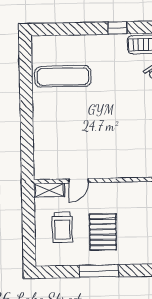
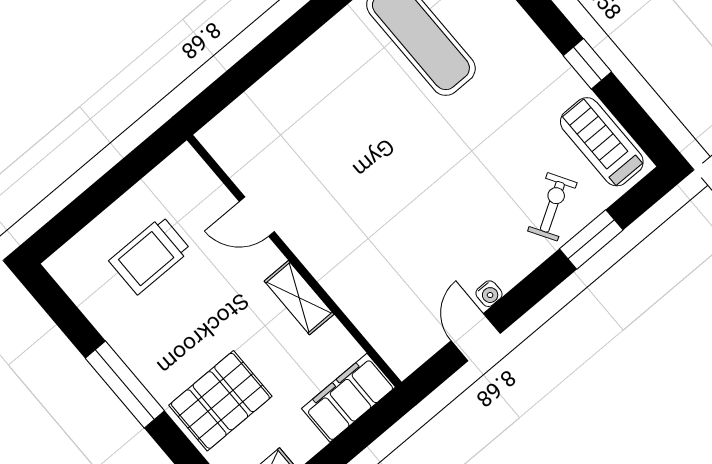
shelving: (49, 190) -> (299, 298), moved
pallet: (103, 232) -> (220, 401), moved

